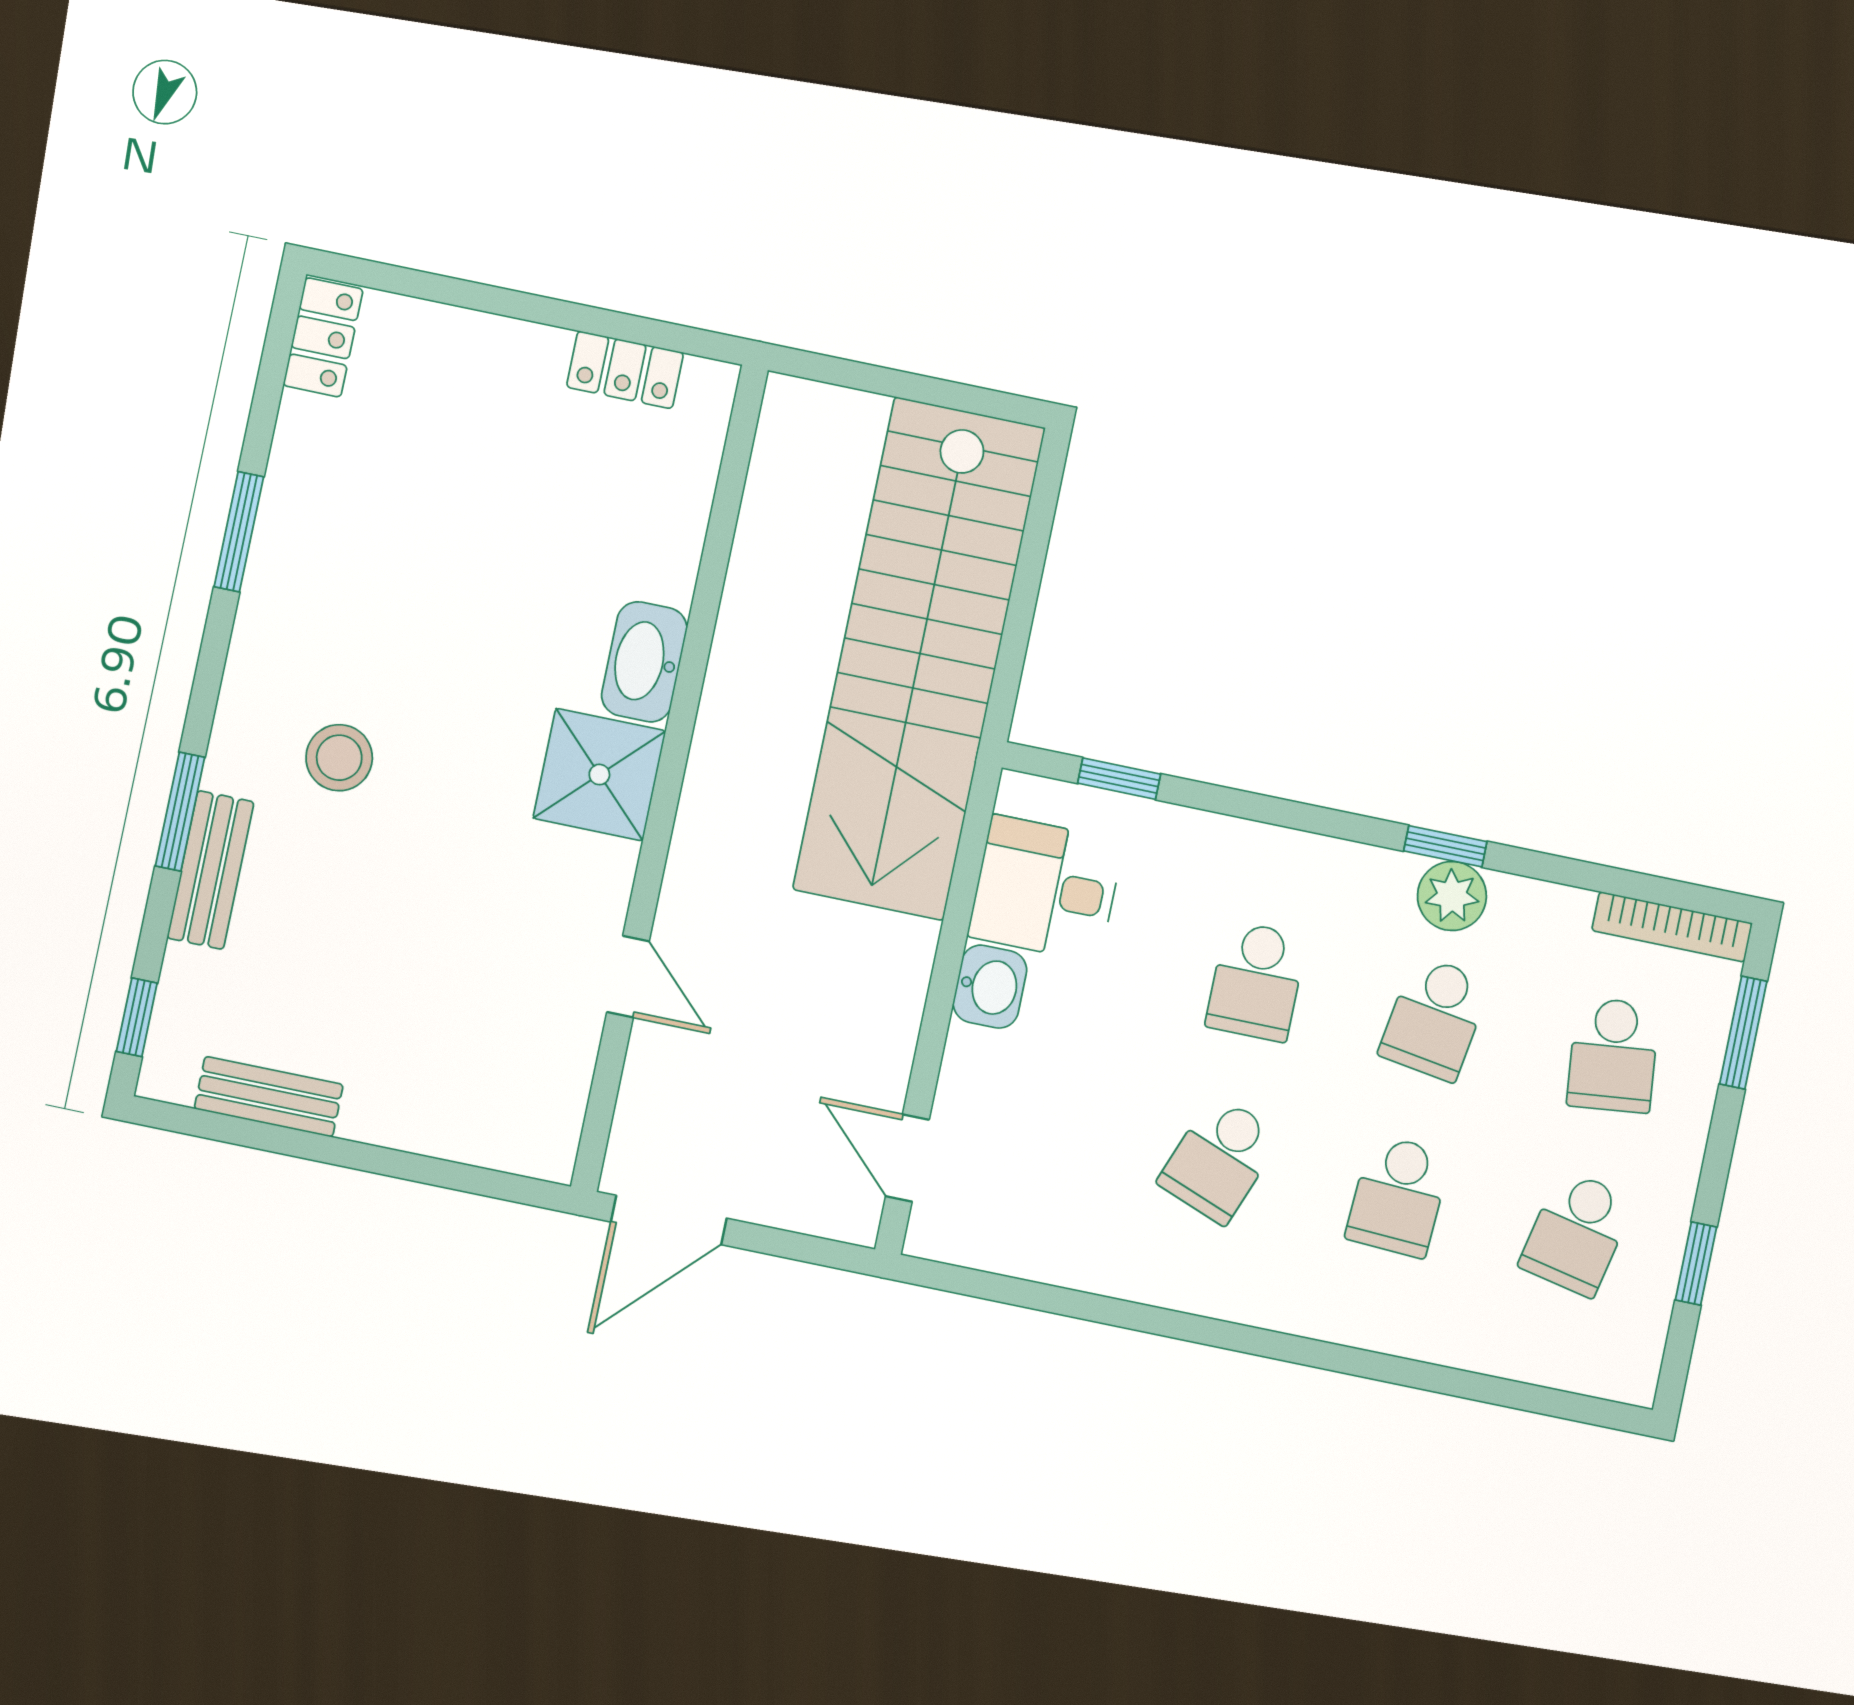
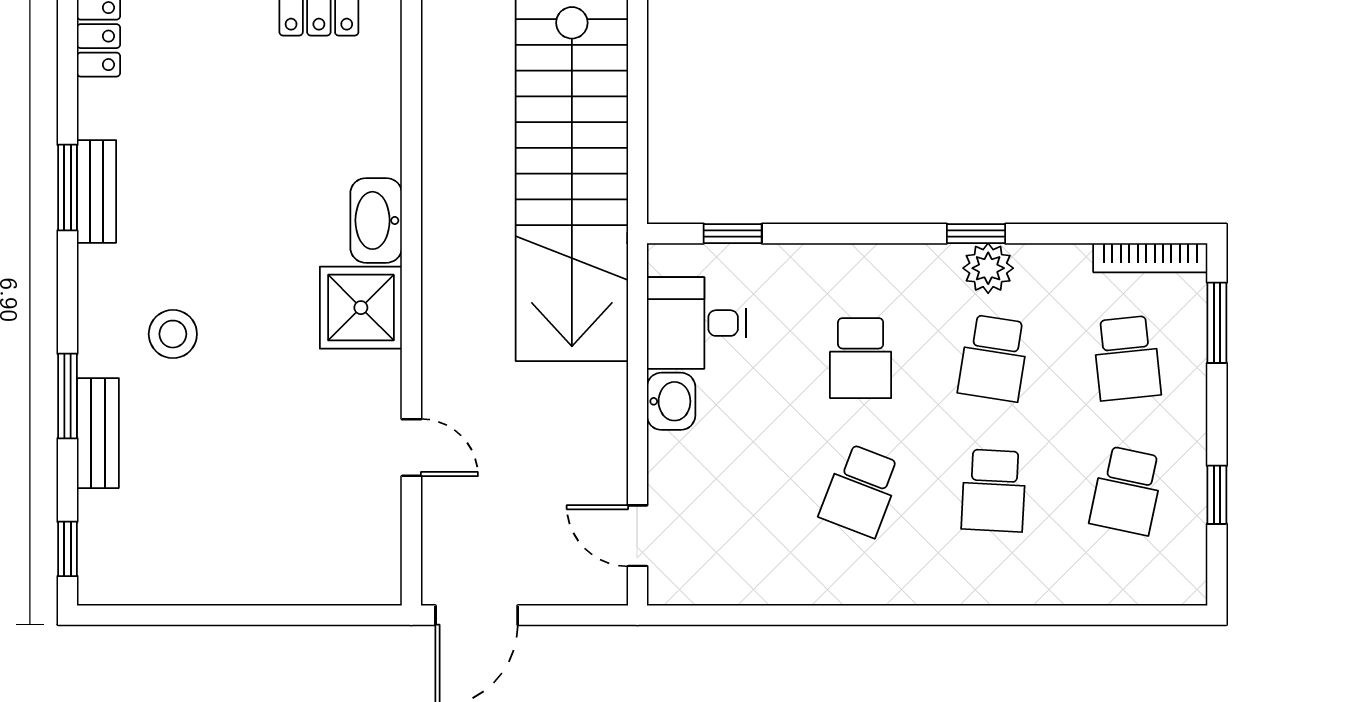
bench: (269, 1097) -> (97, 191), moved, turned 90

